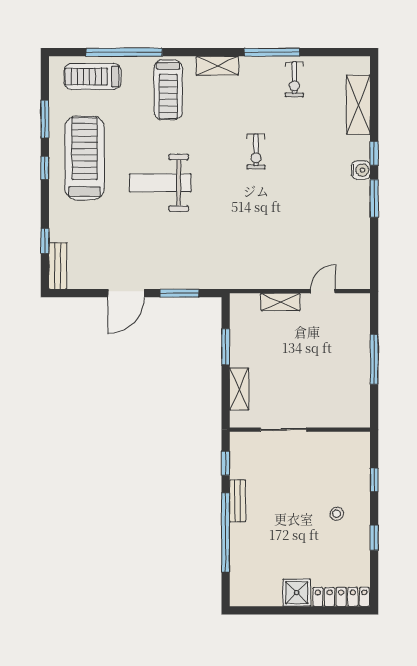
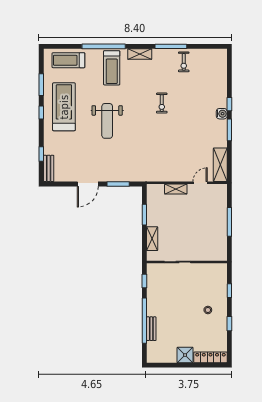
window: (124, 52) -> (104, 46), moved
shelving: (358, 105) -> (220, 165), moved
weight bench: (160, 183) -> (107, 121), turned -90
bench: (238, 501) -> (151, 329), moved

